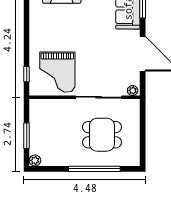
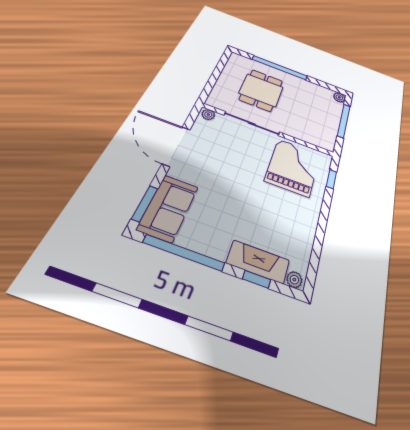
dining table: (102, 135) -> (261, 90), turned 90
window: (27, 136) -> (344, 121), width x1.44

